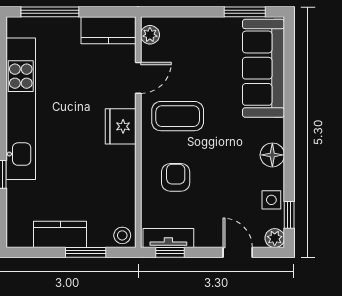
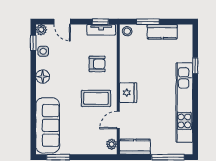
armchair: (176, 177) -> (97, 64), turned -90

